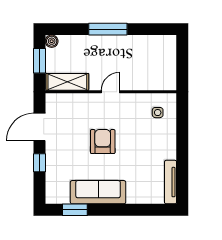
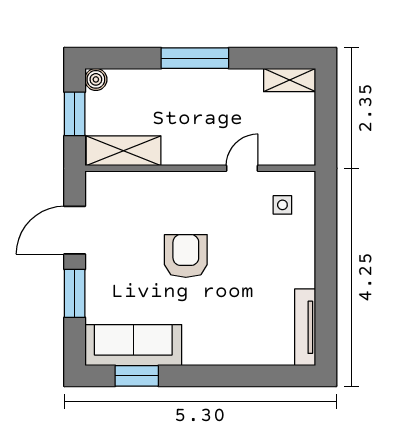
shelving: (162, 42) -> (290, 80), added
door: (110, 92) -> (242, 168), moved
window: (39, 163) -> (75, 293), width x1.50
sofa: (98, 192) -> (133, 345), moved

